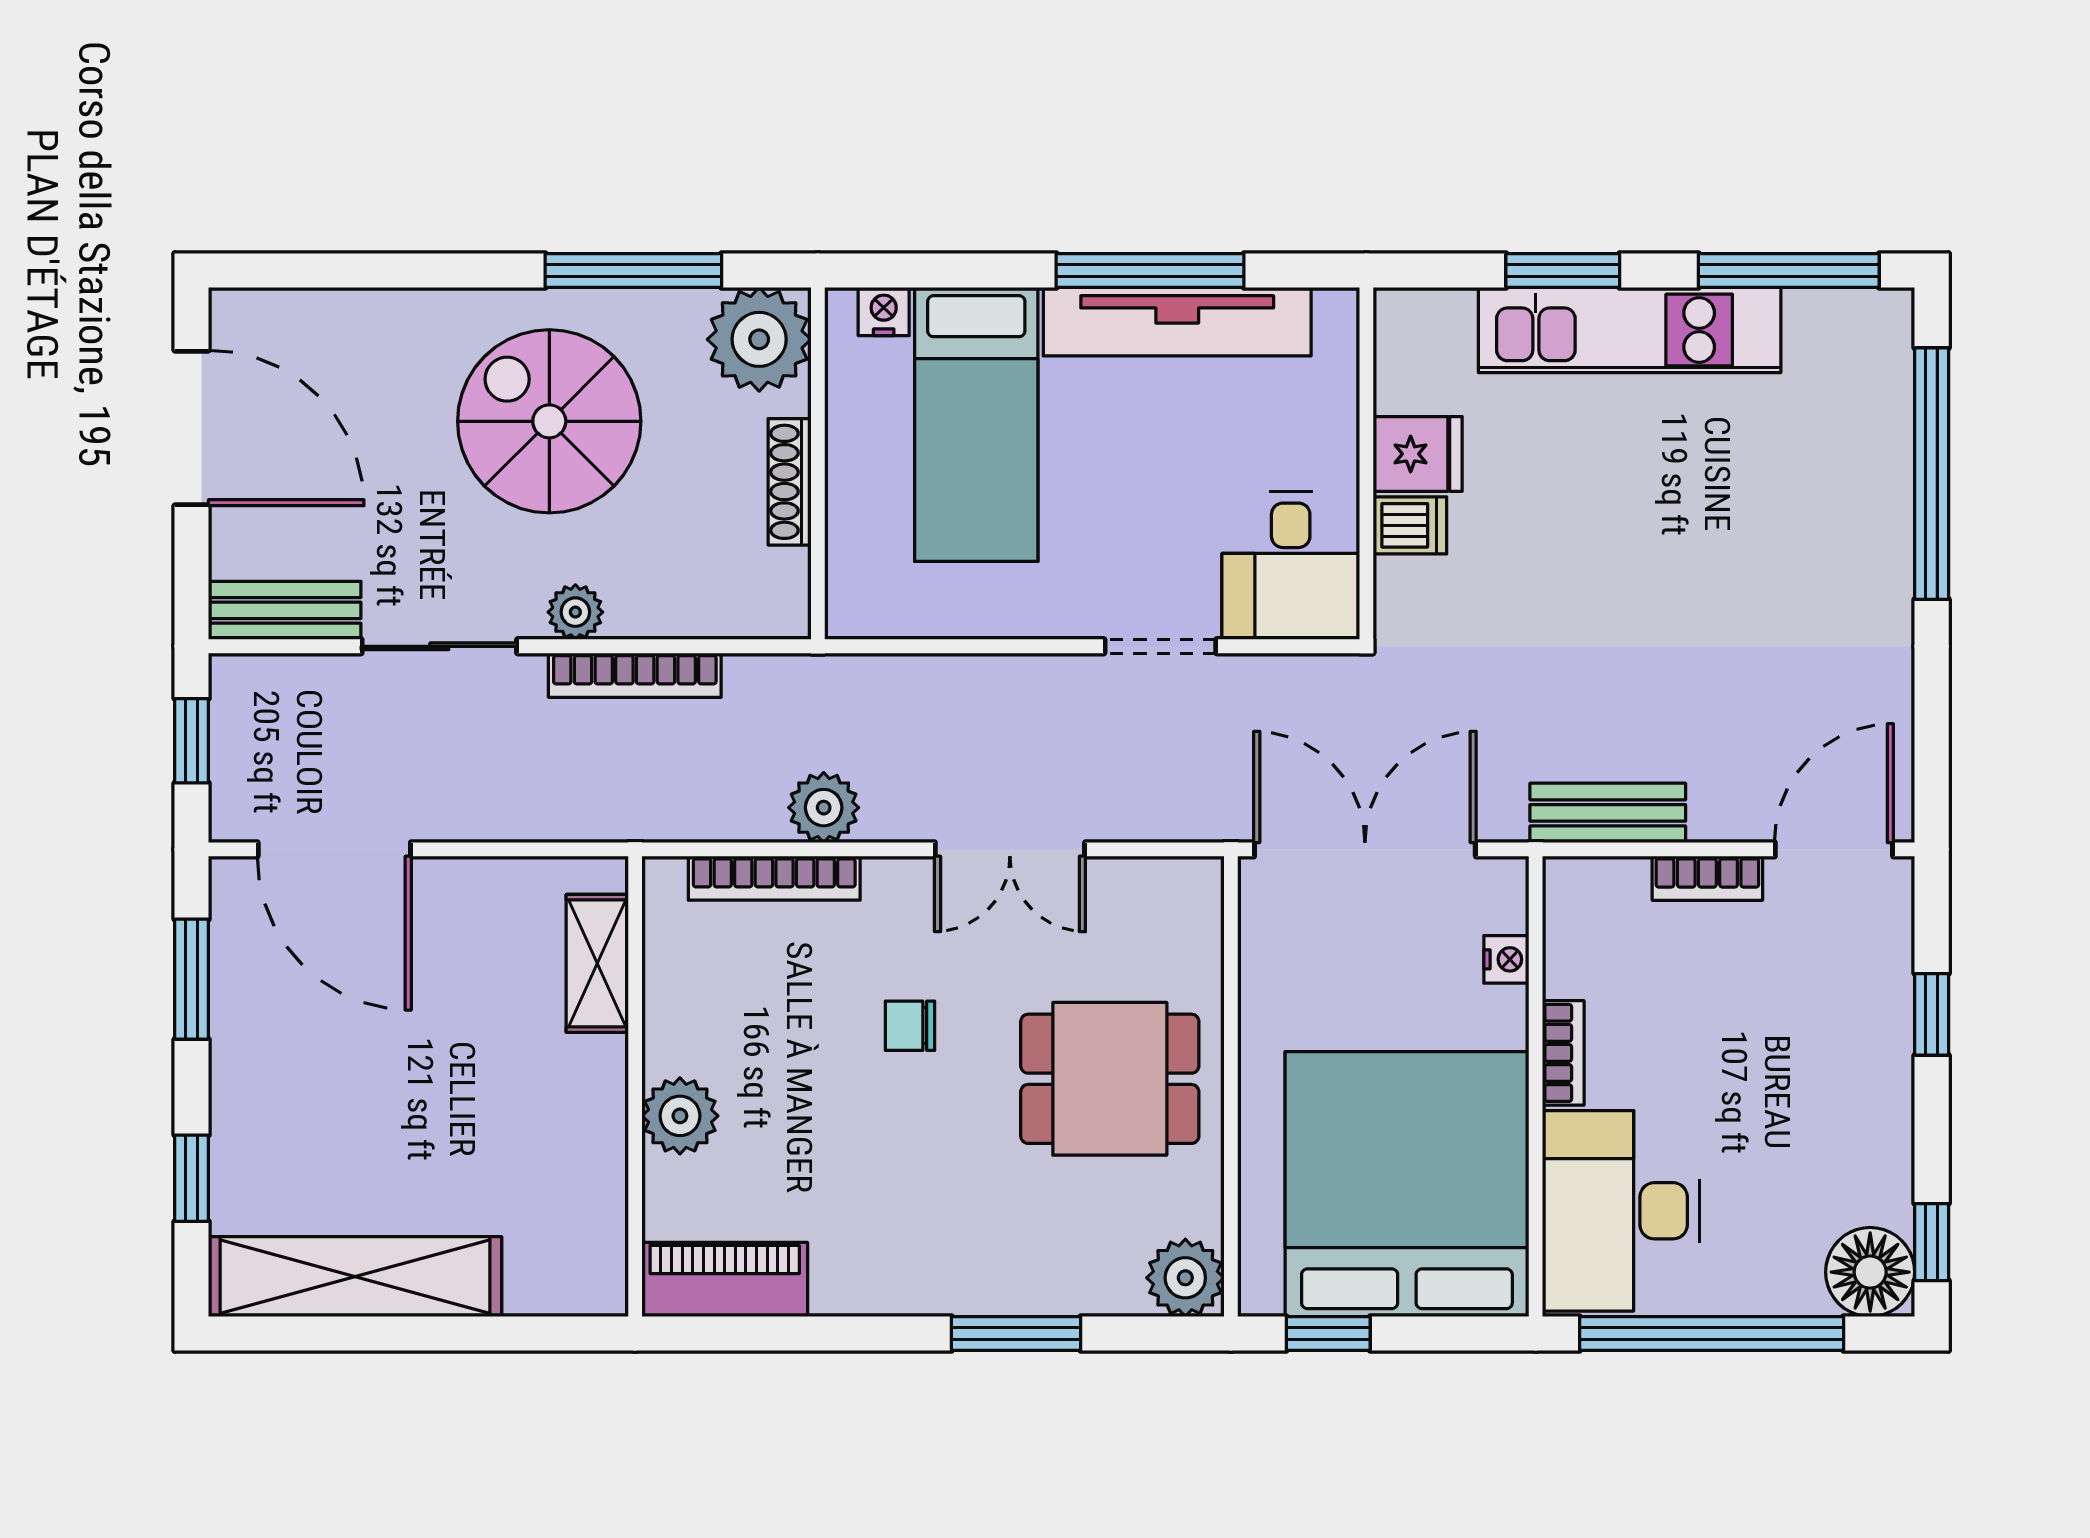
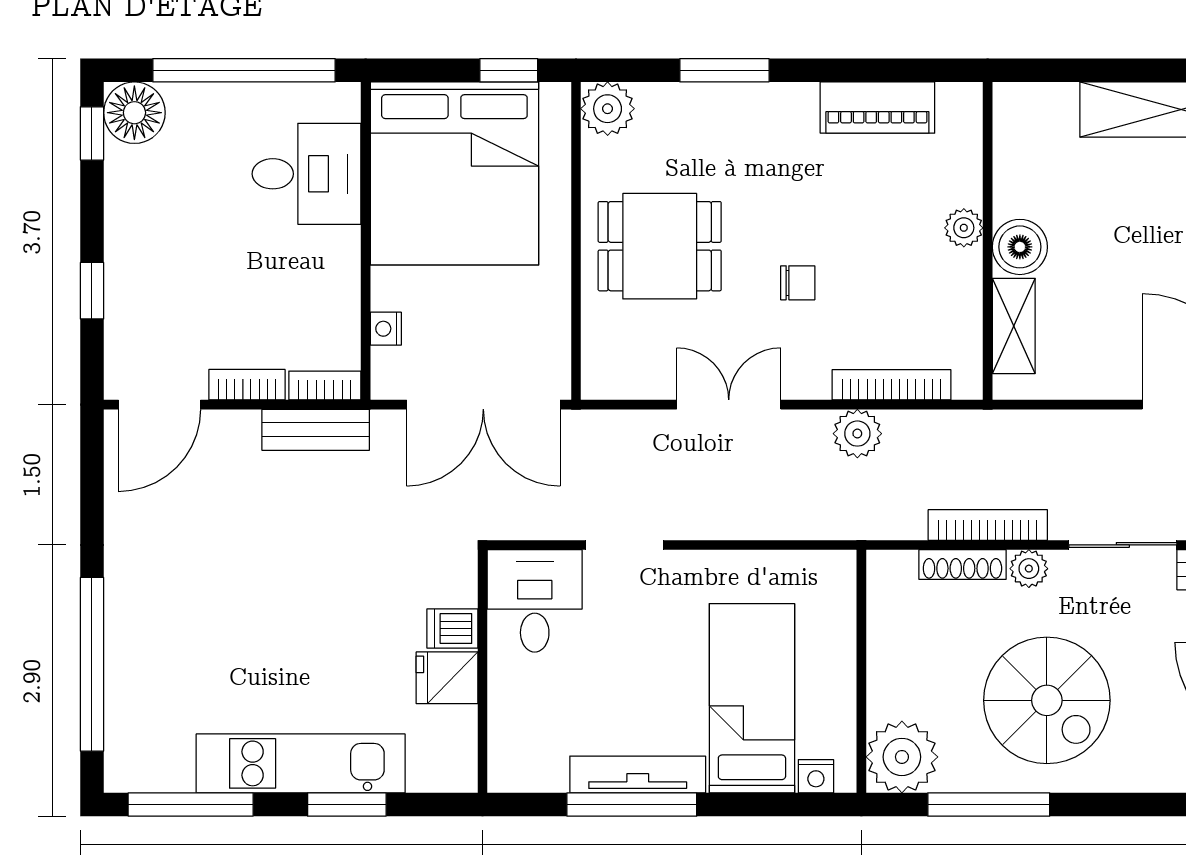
tv unit: (1177, 322) -> (638, 774), width x0.73, depth x0.78
shoe rack: (790, 482) -> (962, 564), moved, turned 90
bookcase: (1563, 1053) -> (325, 386), moved, turned 90
boiler: (588, 1078) -> (1020, 247), added
plant: (680, 1116) -> (964, 228), width x0.73, depth x0.73
desk: (1621, 1211) -> (307, 174), width x0.73
piano: (725, 1280) -> (877, 108), moved

